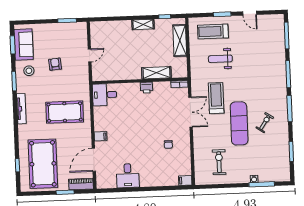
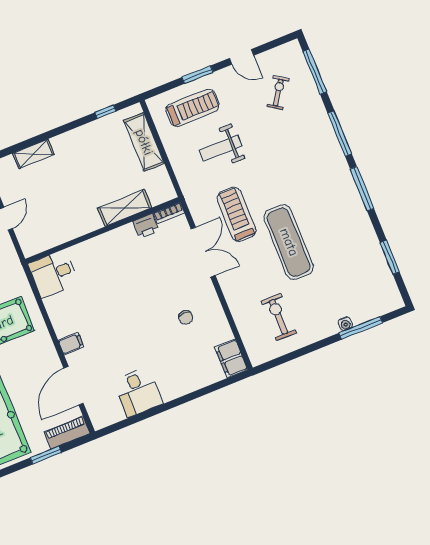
shelving: (143, 24) -> (33, 154), moved
treadmill: (213, 31) -> (193, 108), turned 180
printer: (146, 87) -> (146, 226), moved
exercise bike: (265, 123) -> (278, 93), moved
filing cabinet: (185, 180) -> (231, 358), width x2.00

